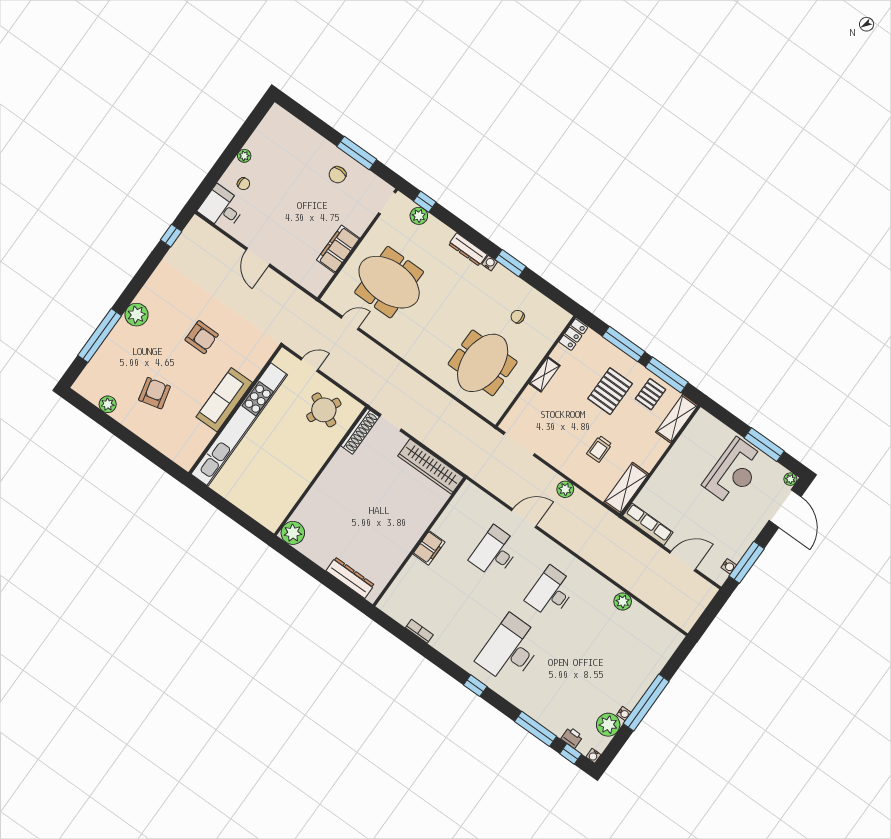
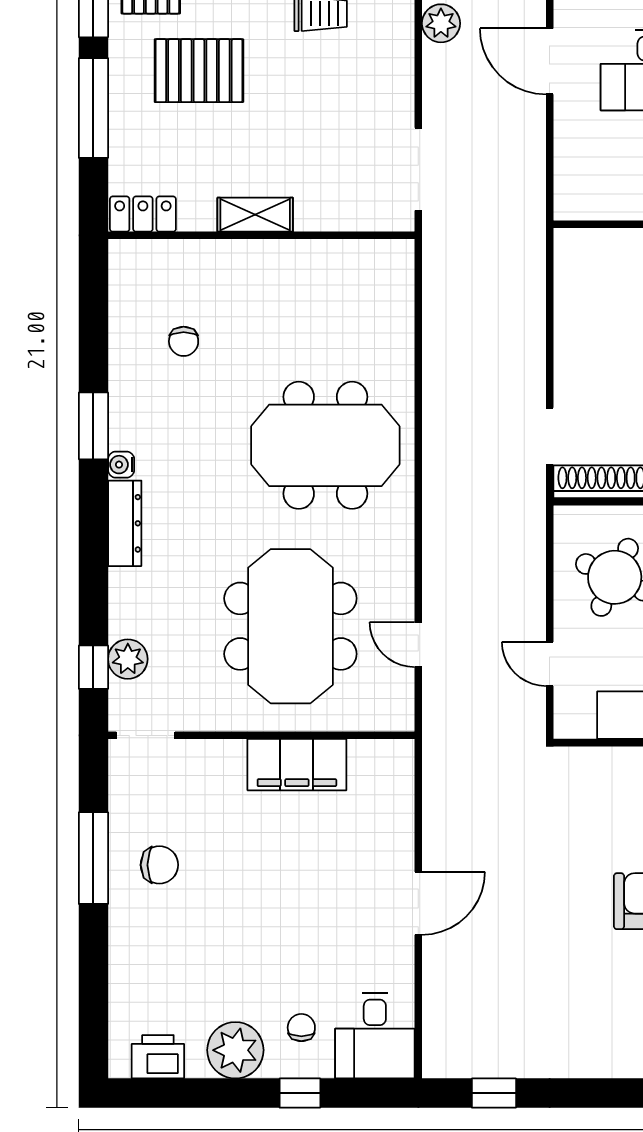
printer: (270, 125) -> (158, 1057), added
plant: (244, 156) -> (235, 1050), width x1.87, depth x1.87
window: (221, 167) -> (300, 1093), added
meeting table: (483, 363) -> (325, 445), moved
wardrobe: (431, 467) -> (578, 303), removed

